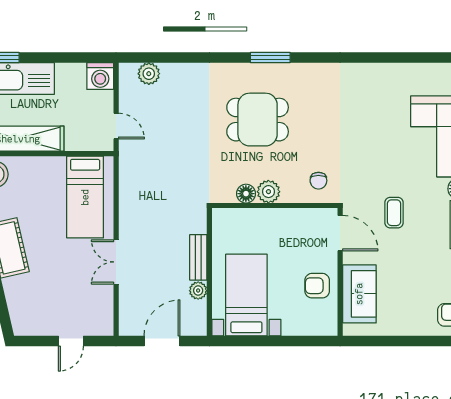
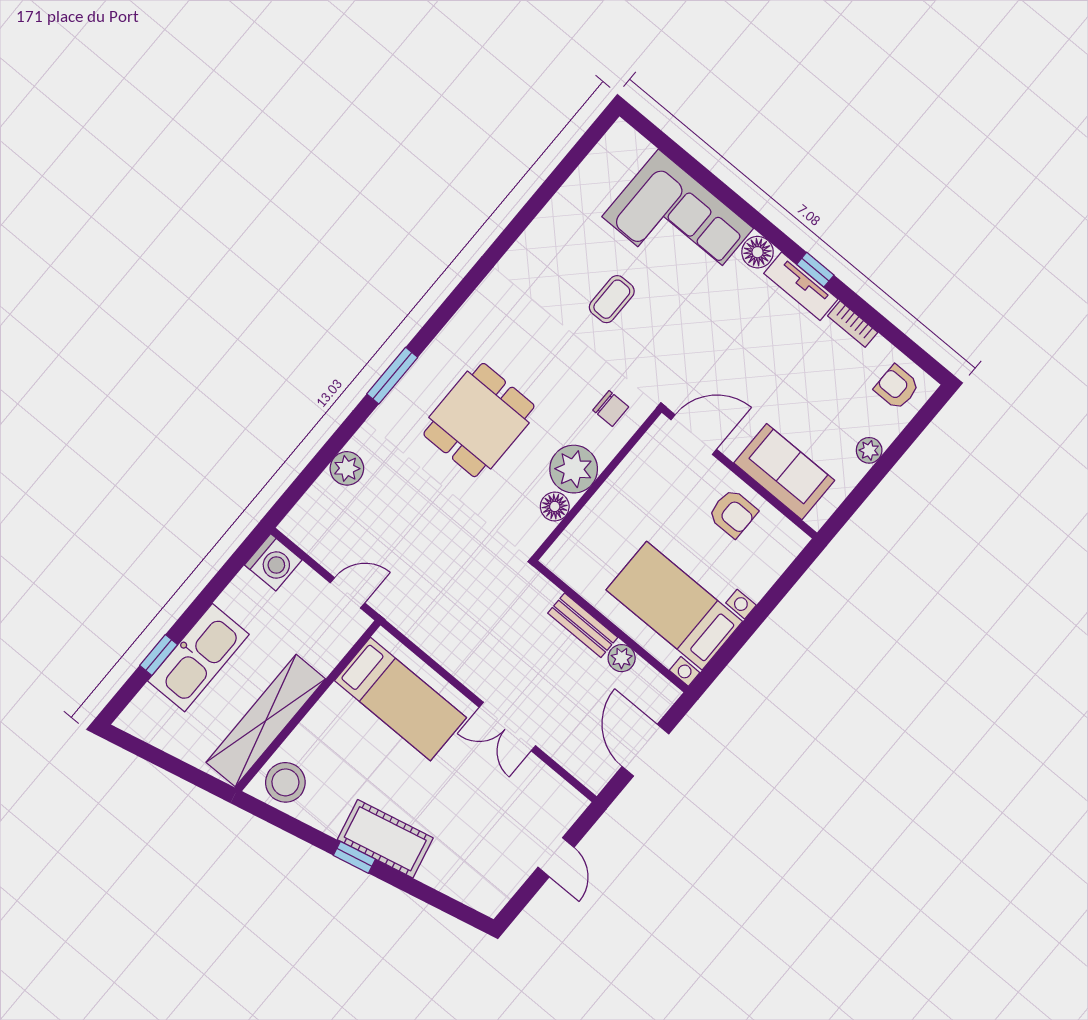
window: (270, 58) -> (392, 376), moved
plant: (149, 74) -> (347, 468), moved
plant: (268, 192) -> (574, 469), width x1.36, depth x1.36
coffee table: (394, 213) -> (612, 299), moved, turned 90
armchair: (317, 286) -> (733, 513), turned -90
plant: (406, 327) -> (869, 450), added

